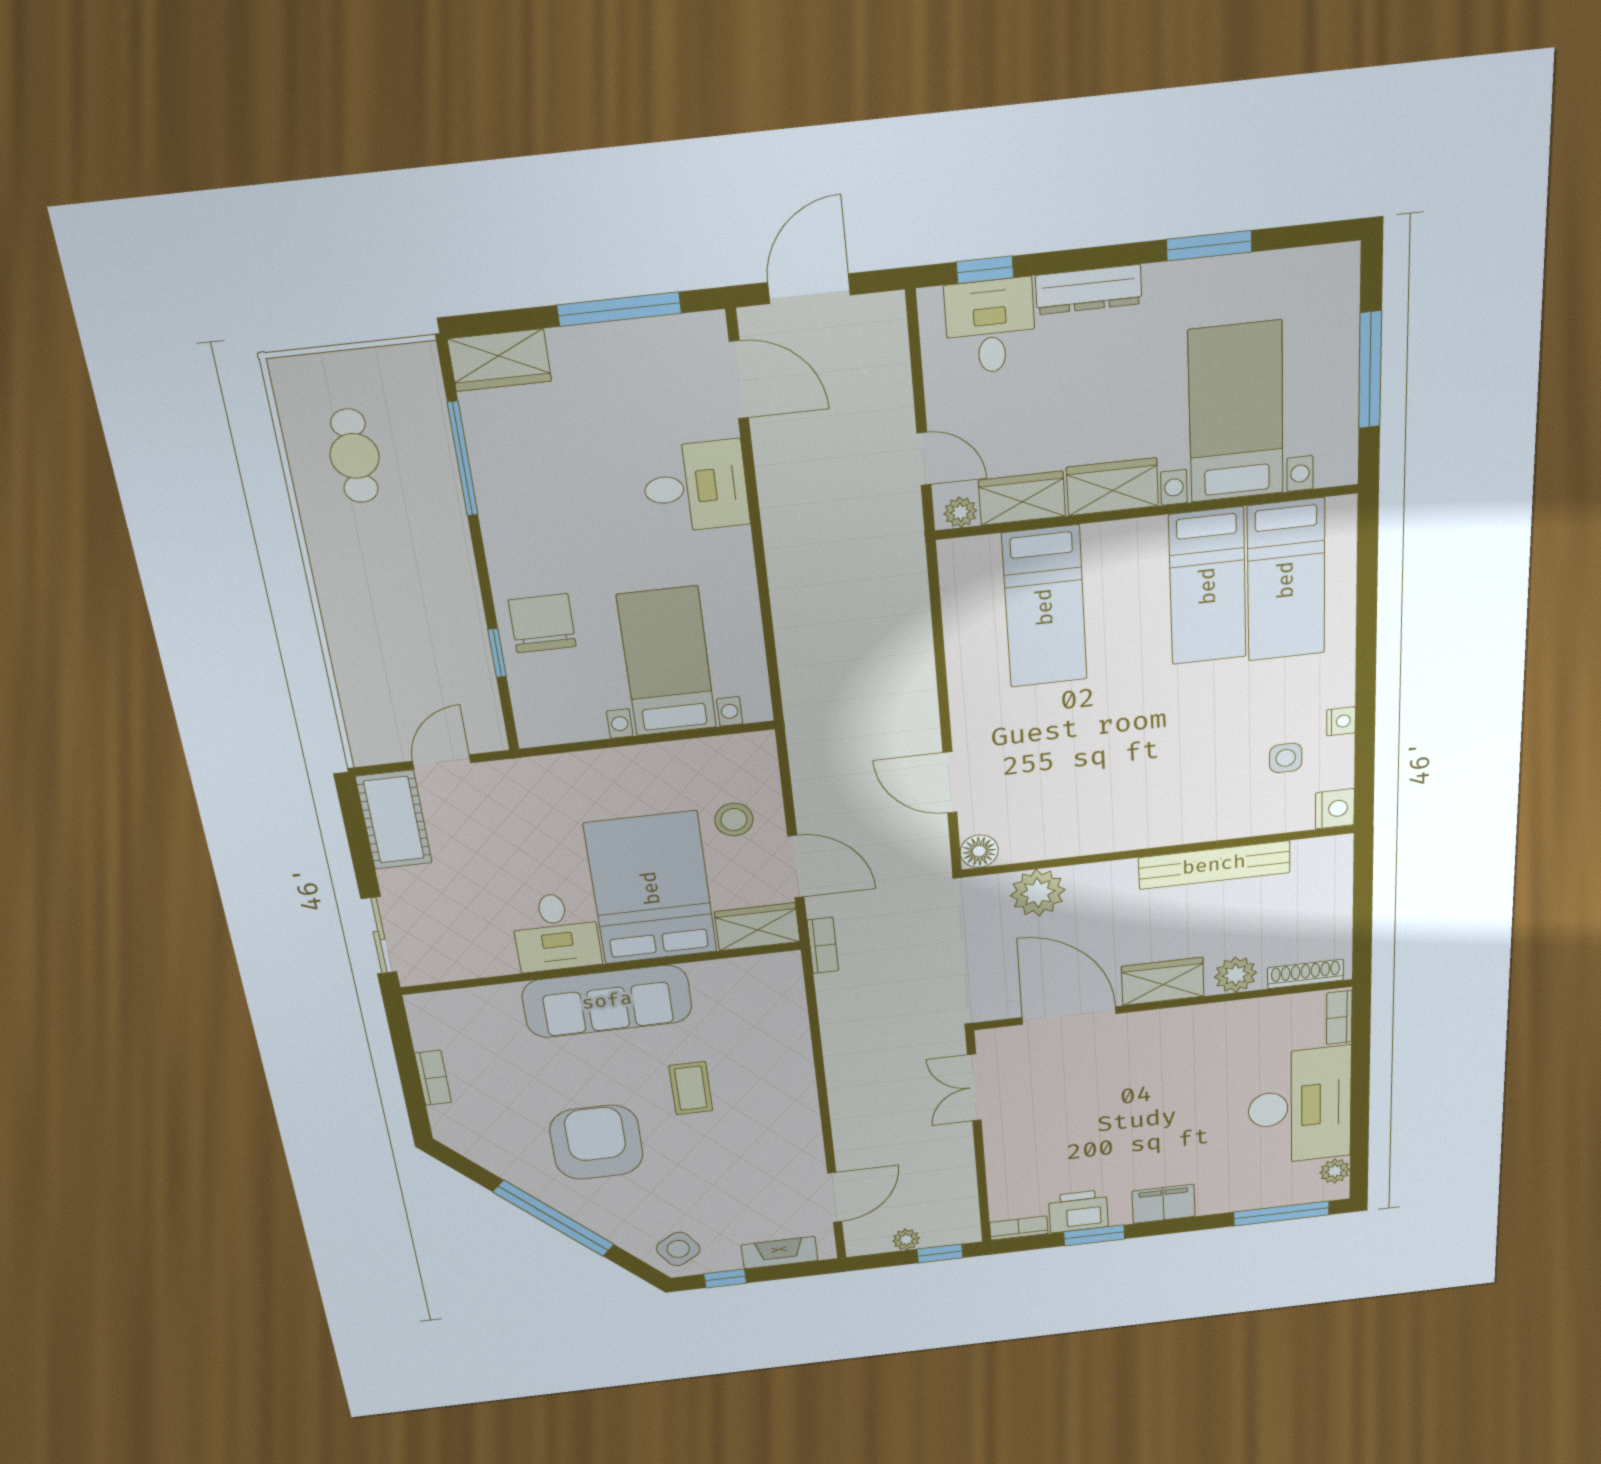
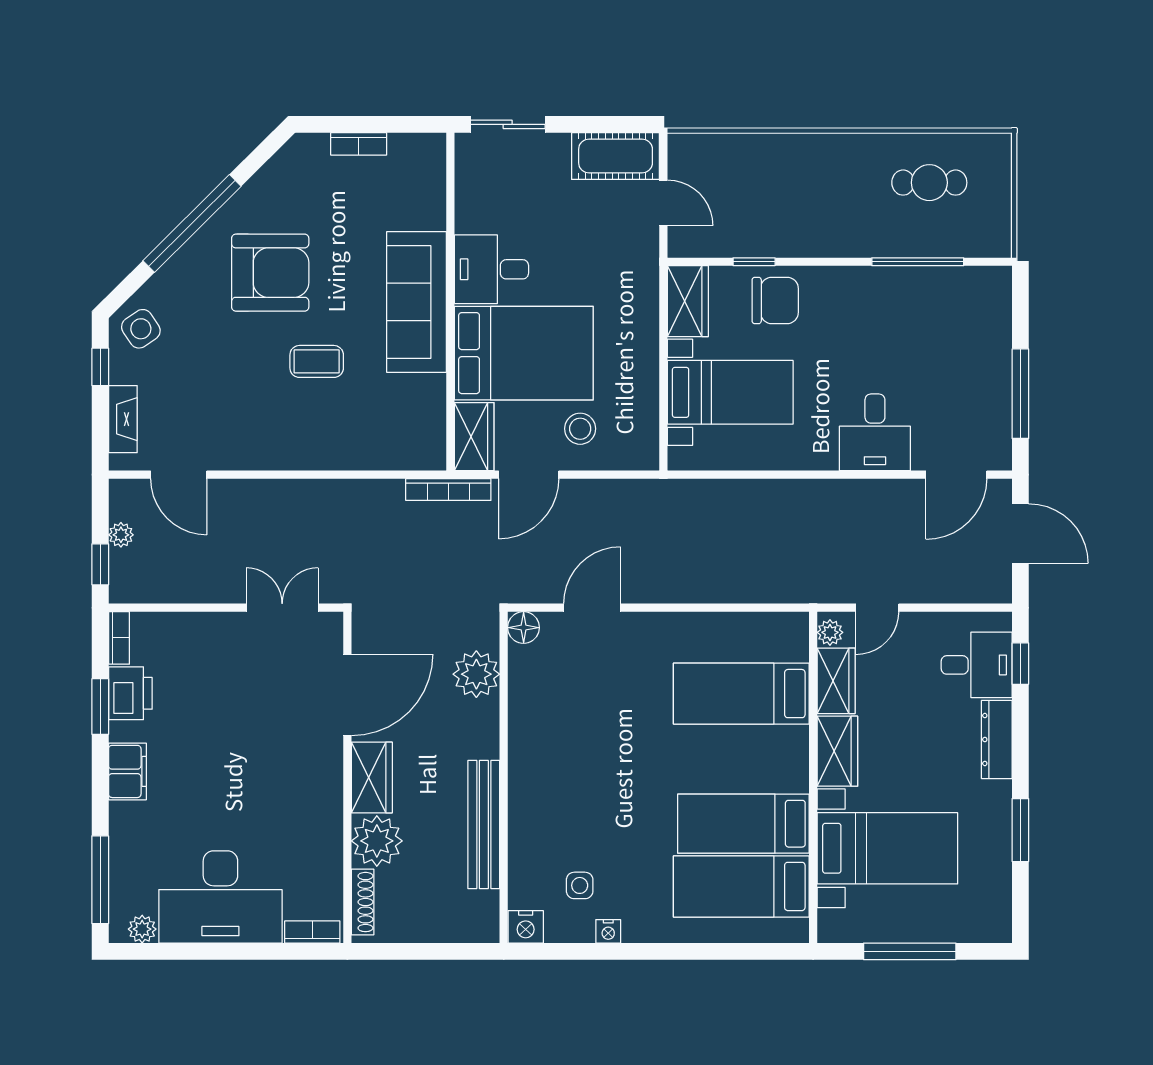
wardrobe: (500, 360) -> (688, 301), moved, turned 180
bookcase: (823, 945) -> (448, 490), width x1.56
plant: (1236, 975) -> (377, 841), width x1.36, depth x1.36

